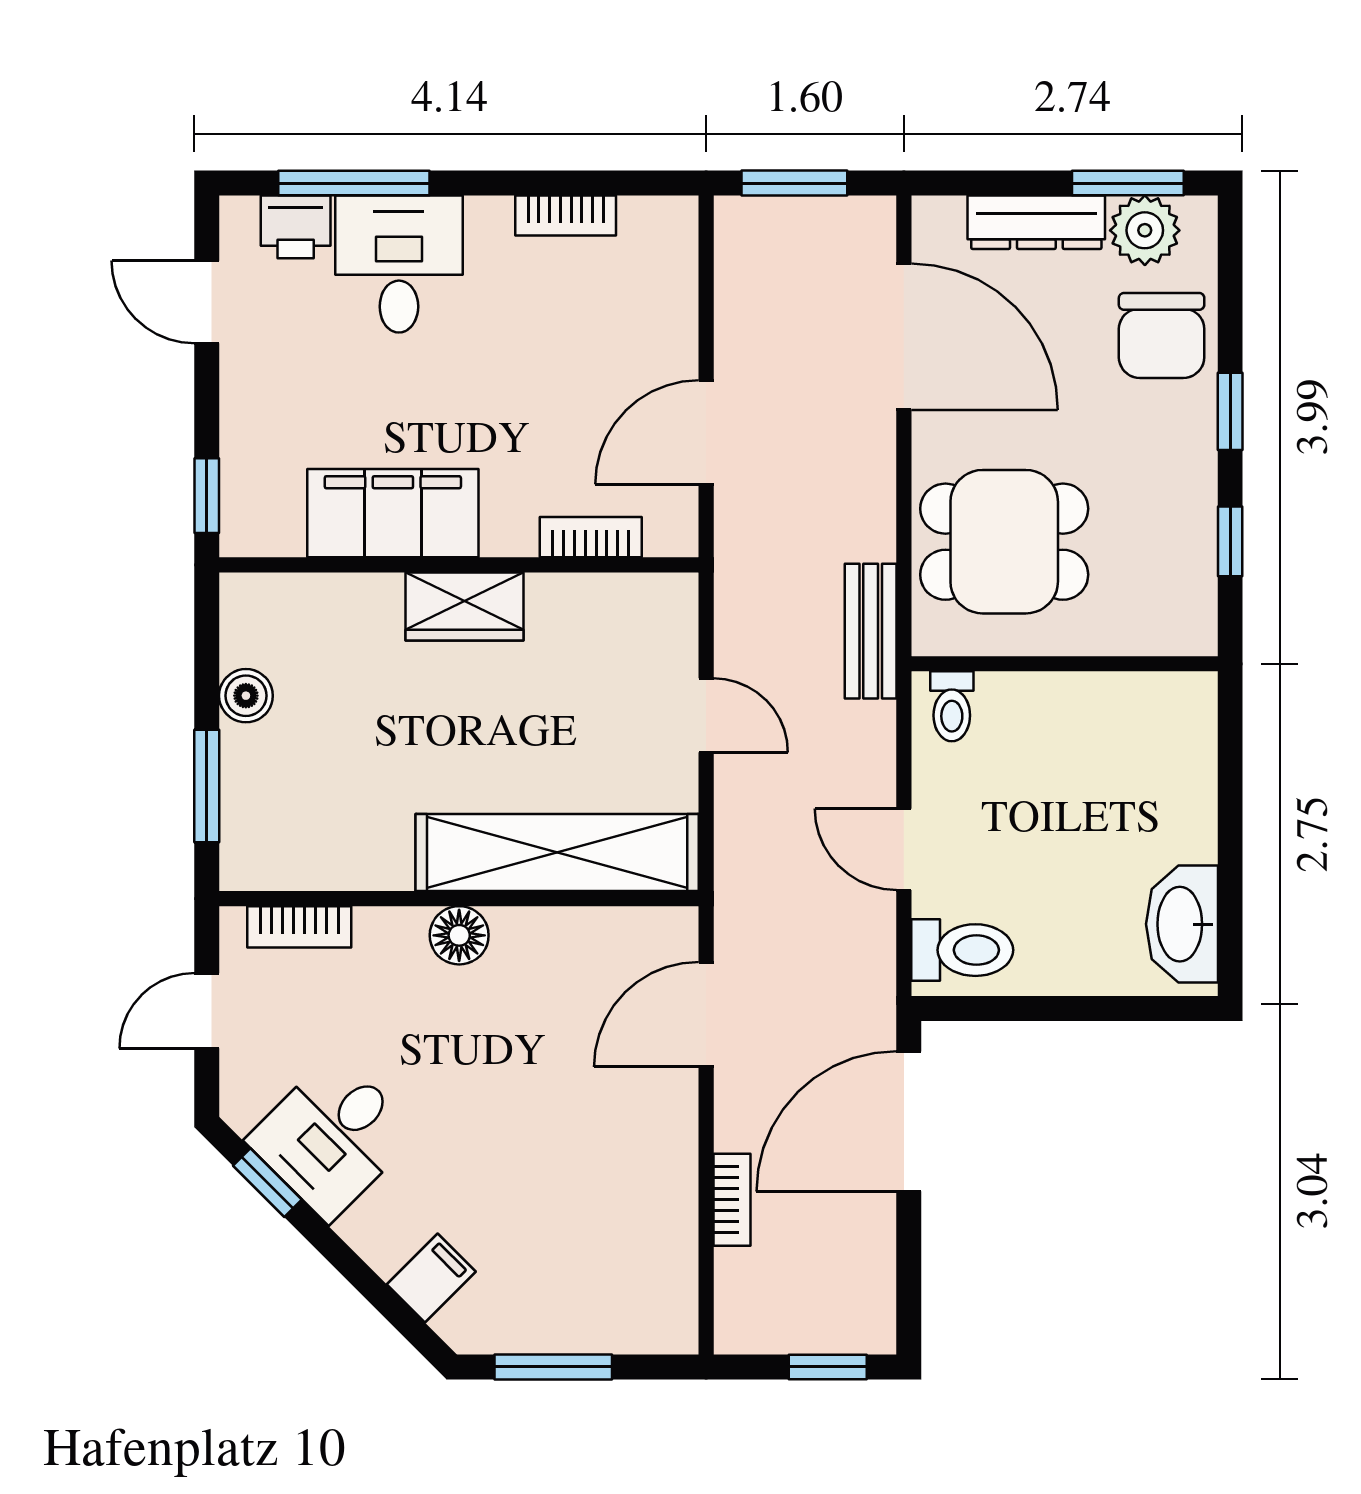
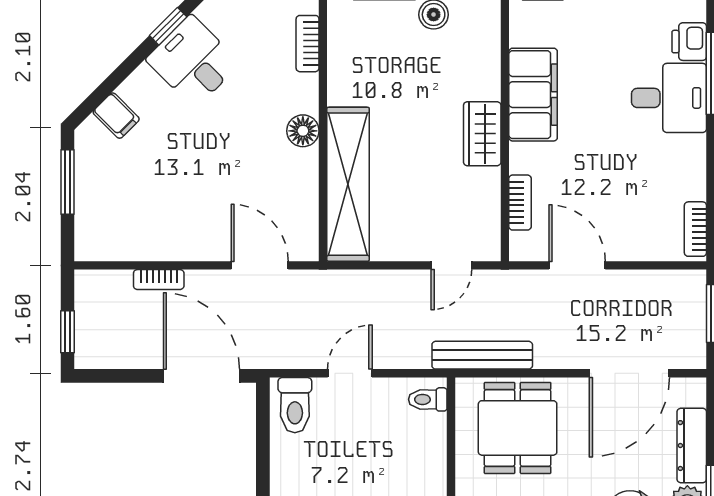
bookcase: (566, 215) -> (695, 229), moved
bench: (871, 631) -> (482, 355), width x1.36
door: (706, 715) -> (451, 265), moved

